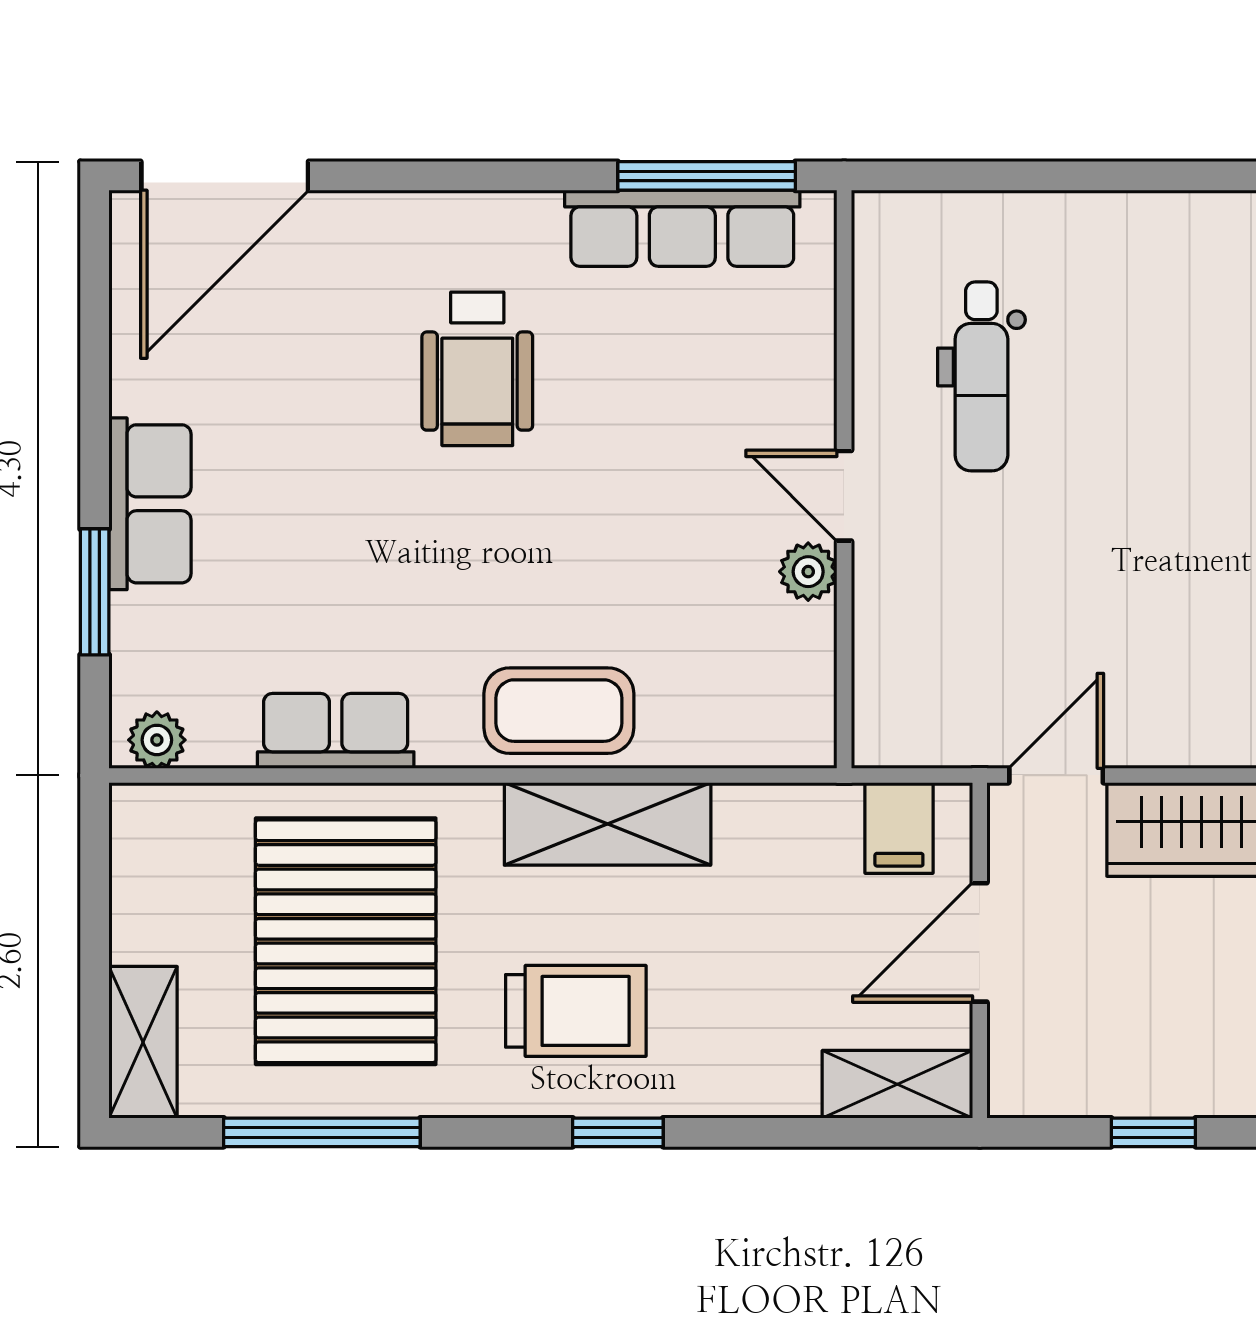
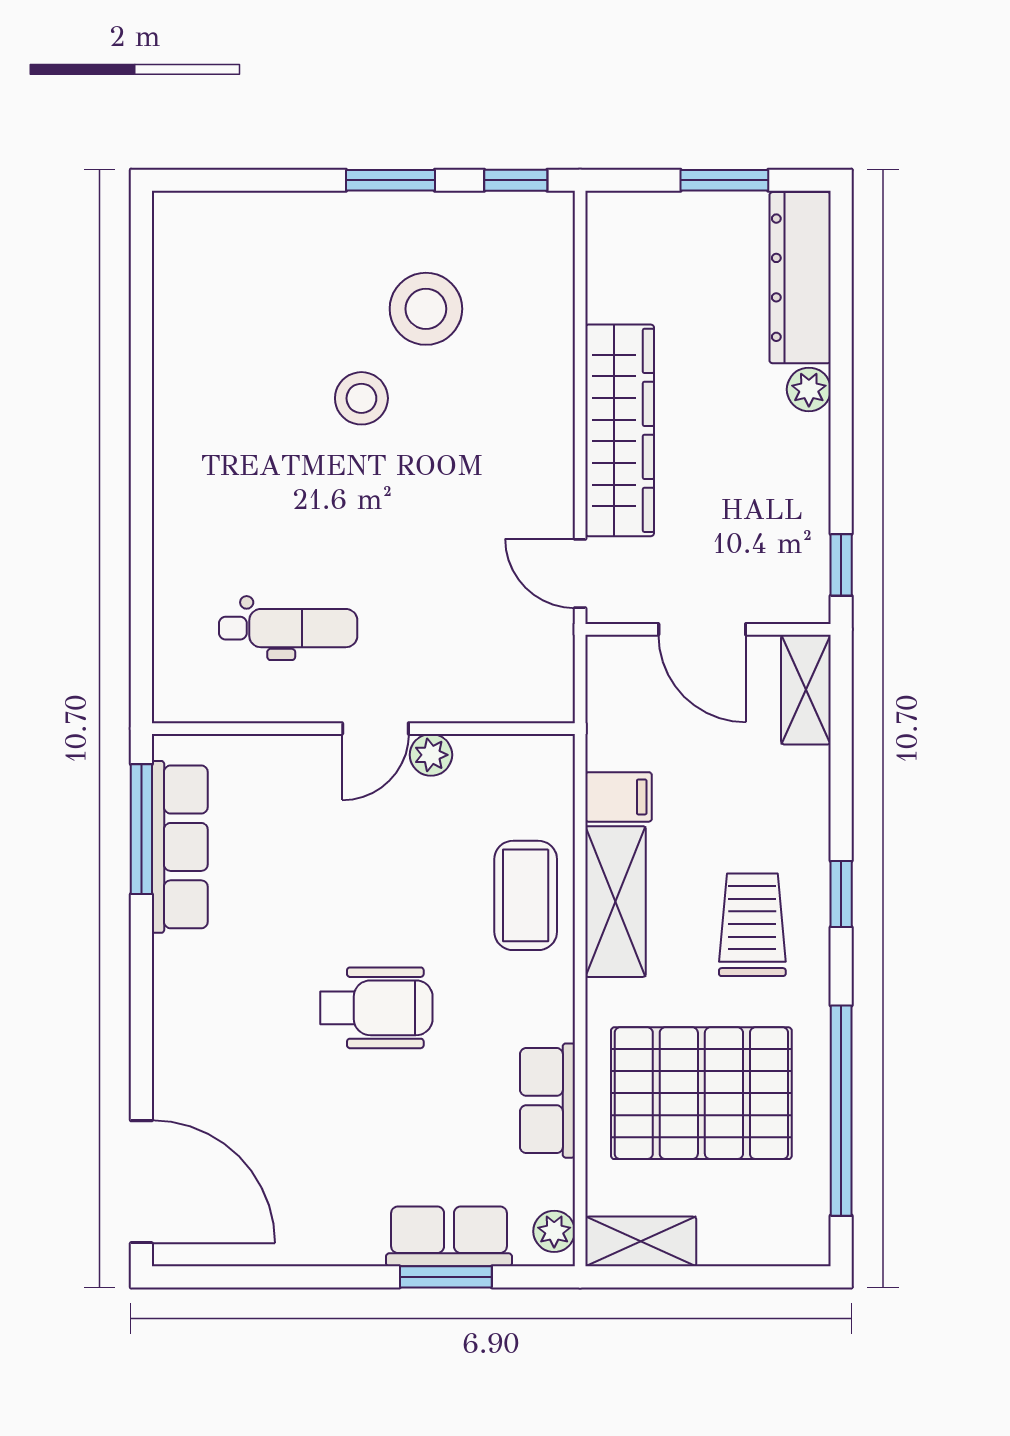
wheelchair: (477, 369) -> (376, 1008), moved
row of seats: (150, 504) -> (449, 1236), moved
coffee table: (559, 711) -> (526, 895), moved
filing cabinet: (899, 828) -> (618, 797), moved
shelving: (143, 1042) -> (641, 1241), moved
window: (322, 1132) -> (841, 1111), width x1.46
window: (1153, 1132) -> (841, 565), moved

